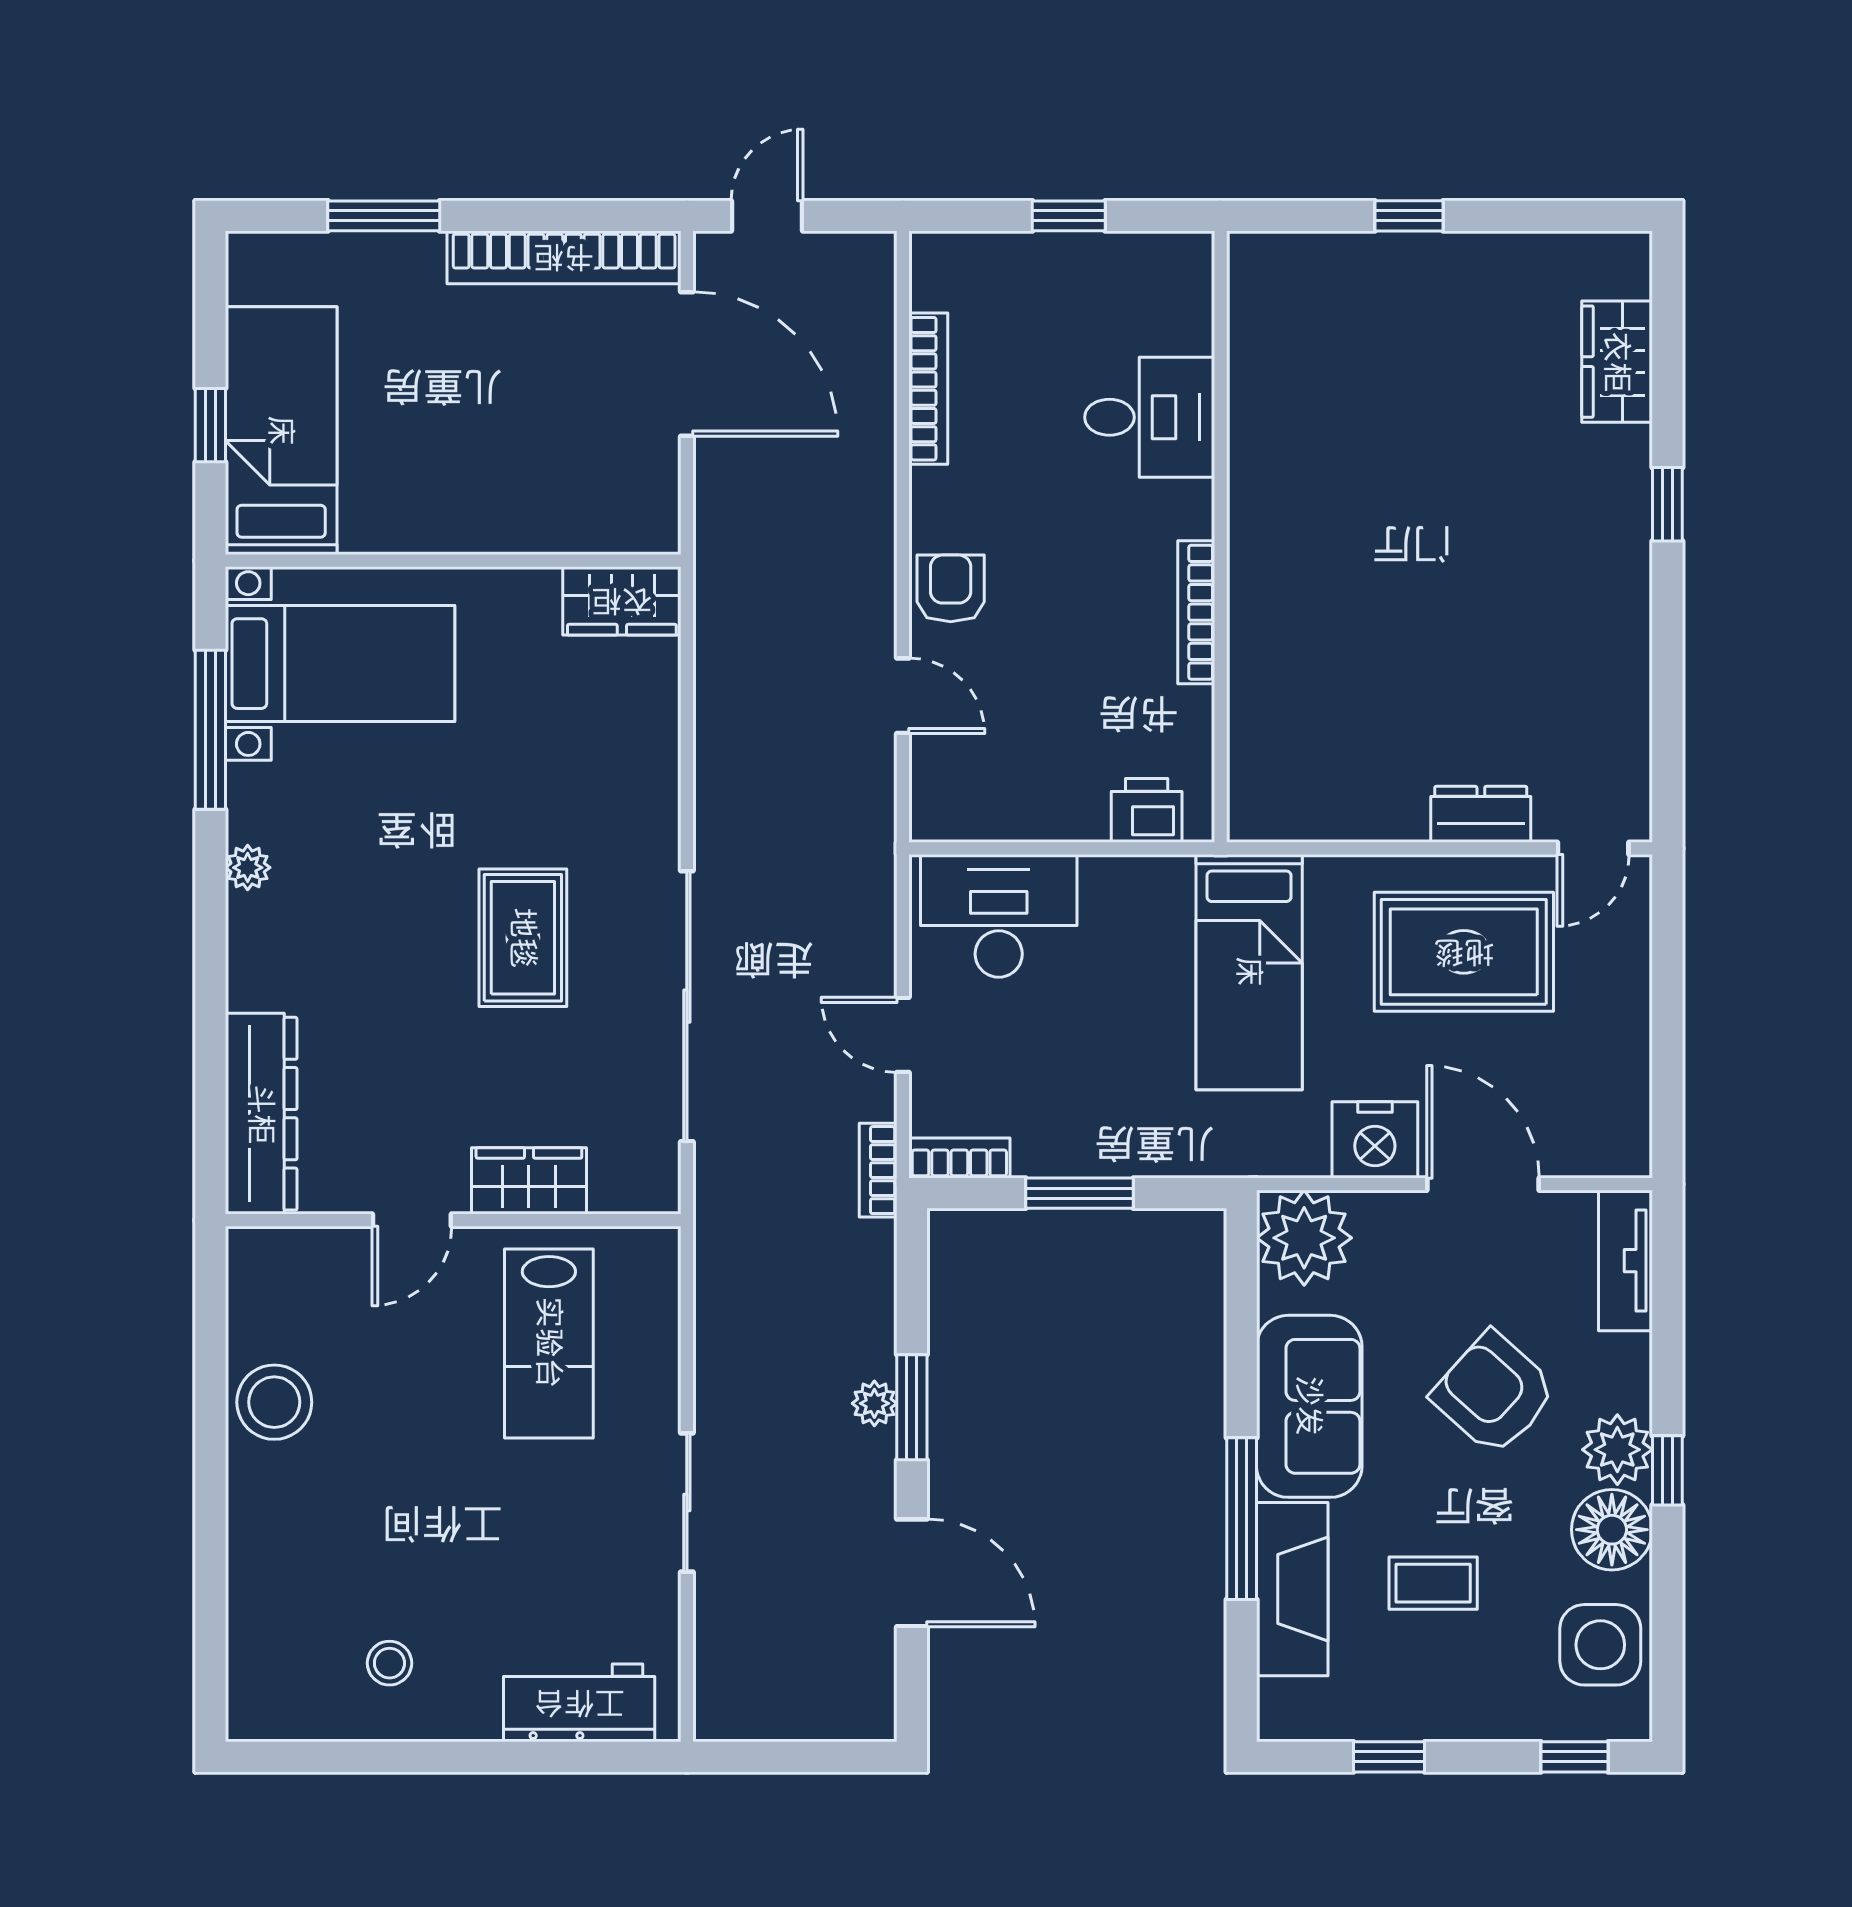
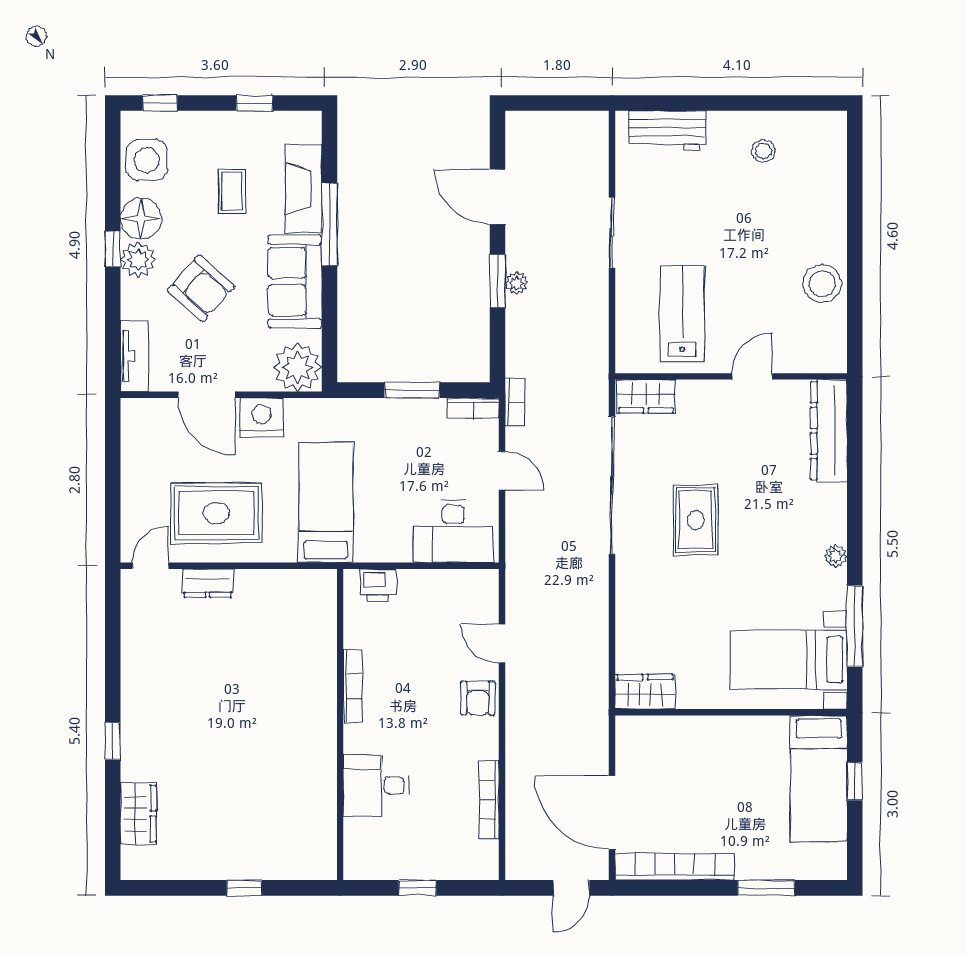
wardrobe: (529, 1181) -> (646, 396), moved
coffee table: (1433, 1583) -> (232, 192), turned 90

